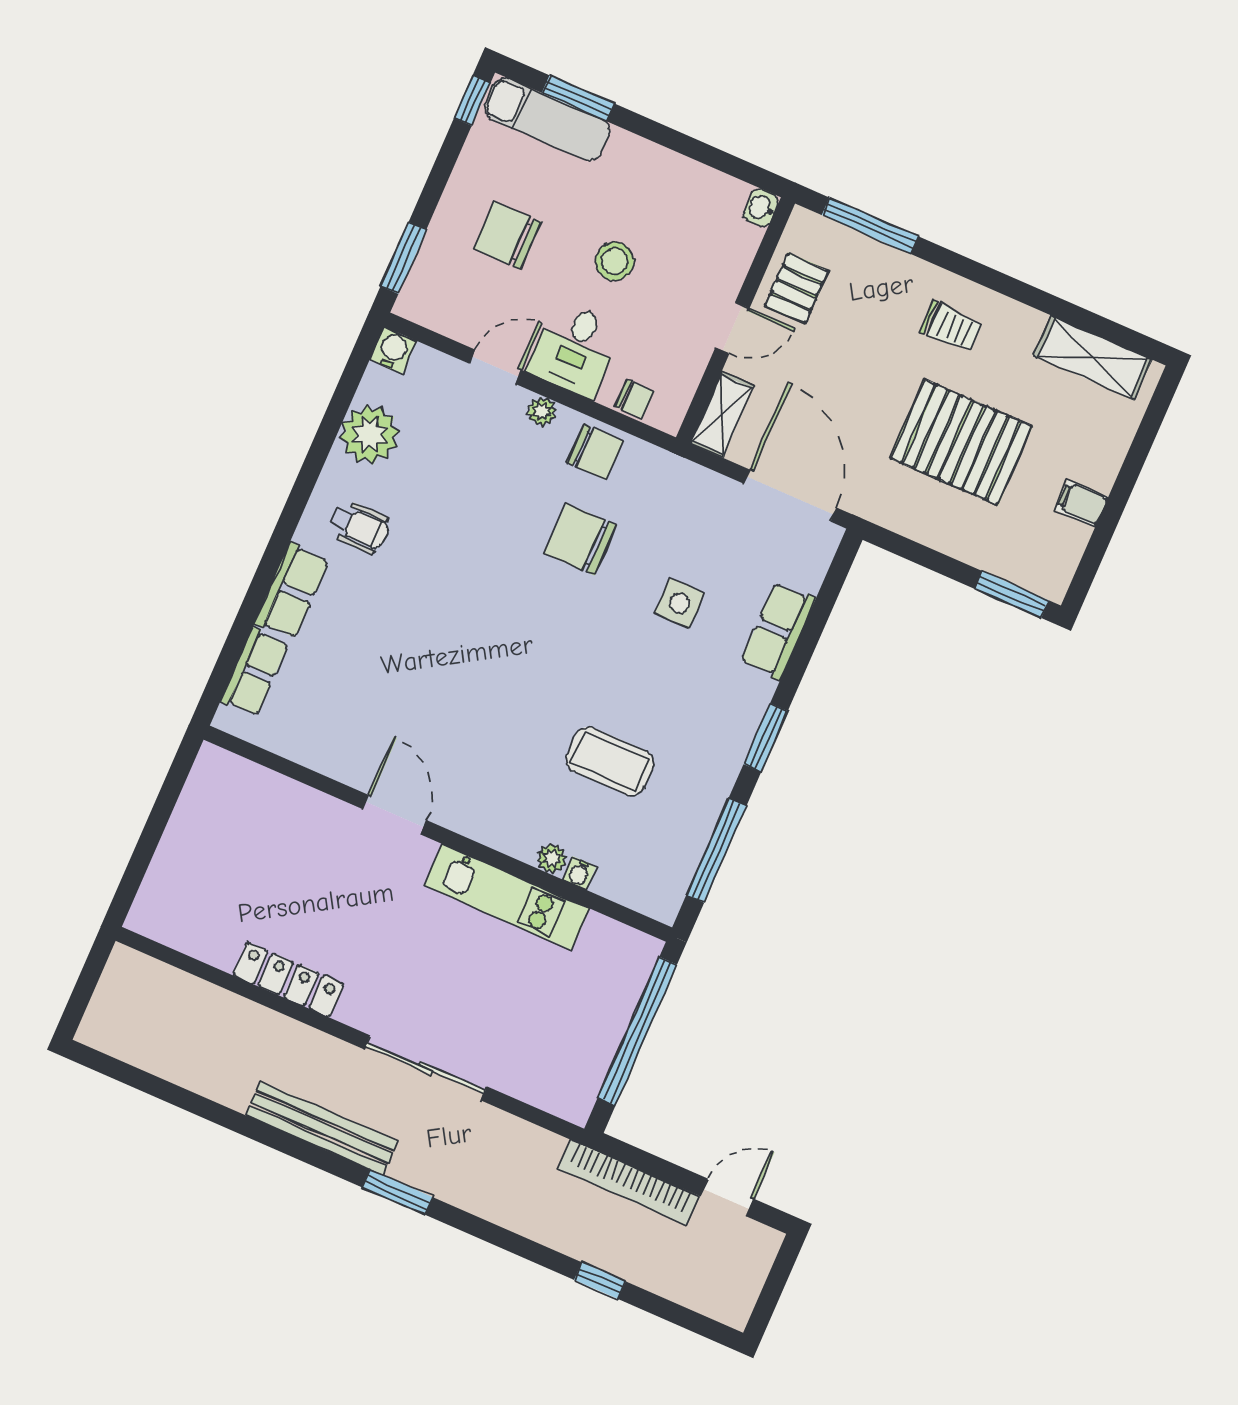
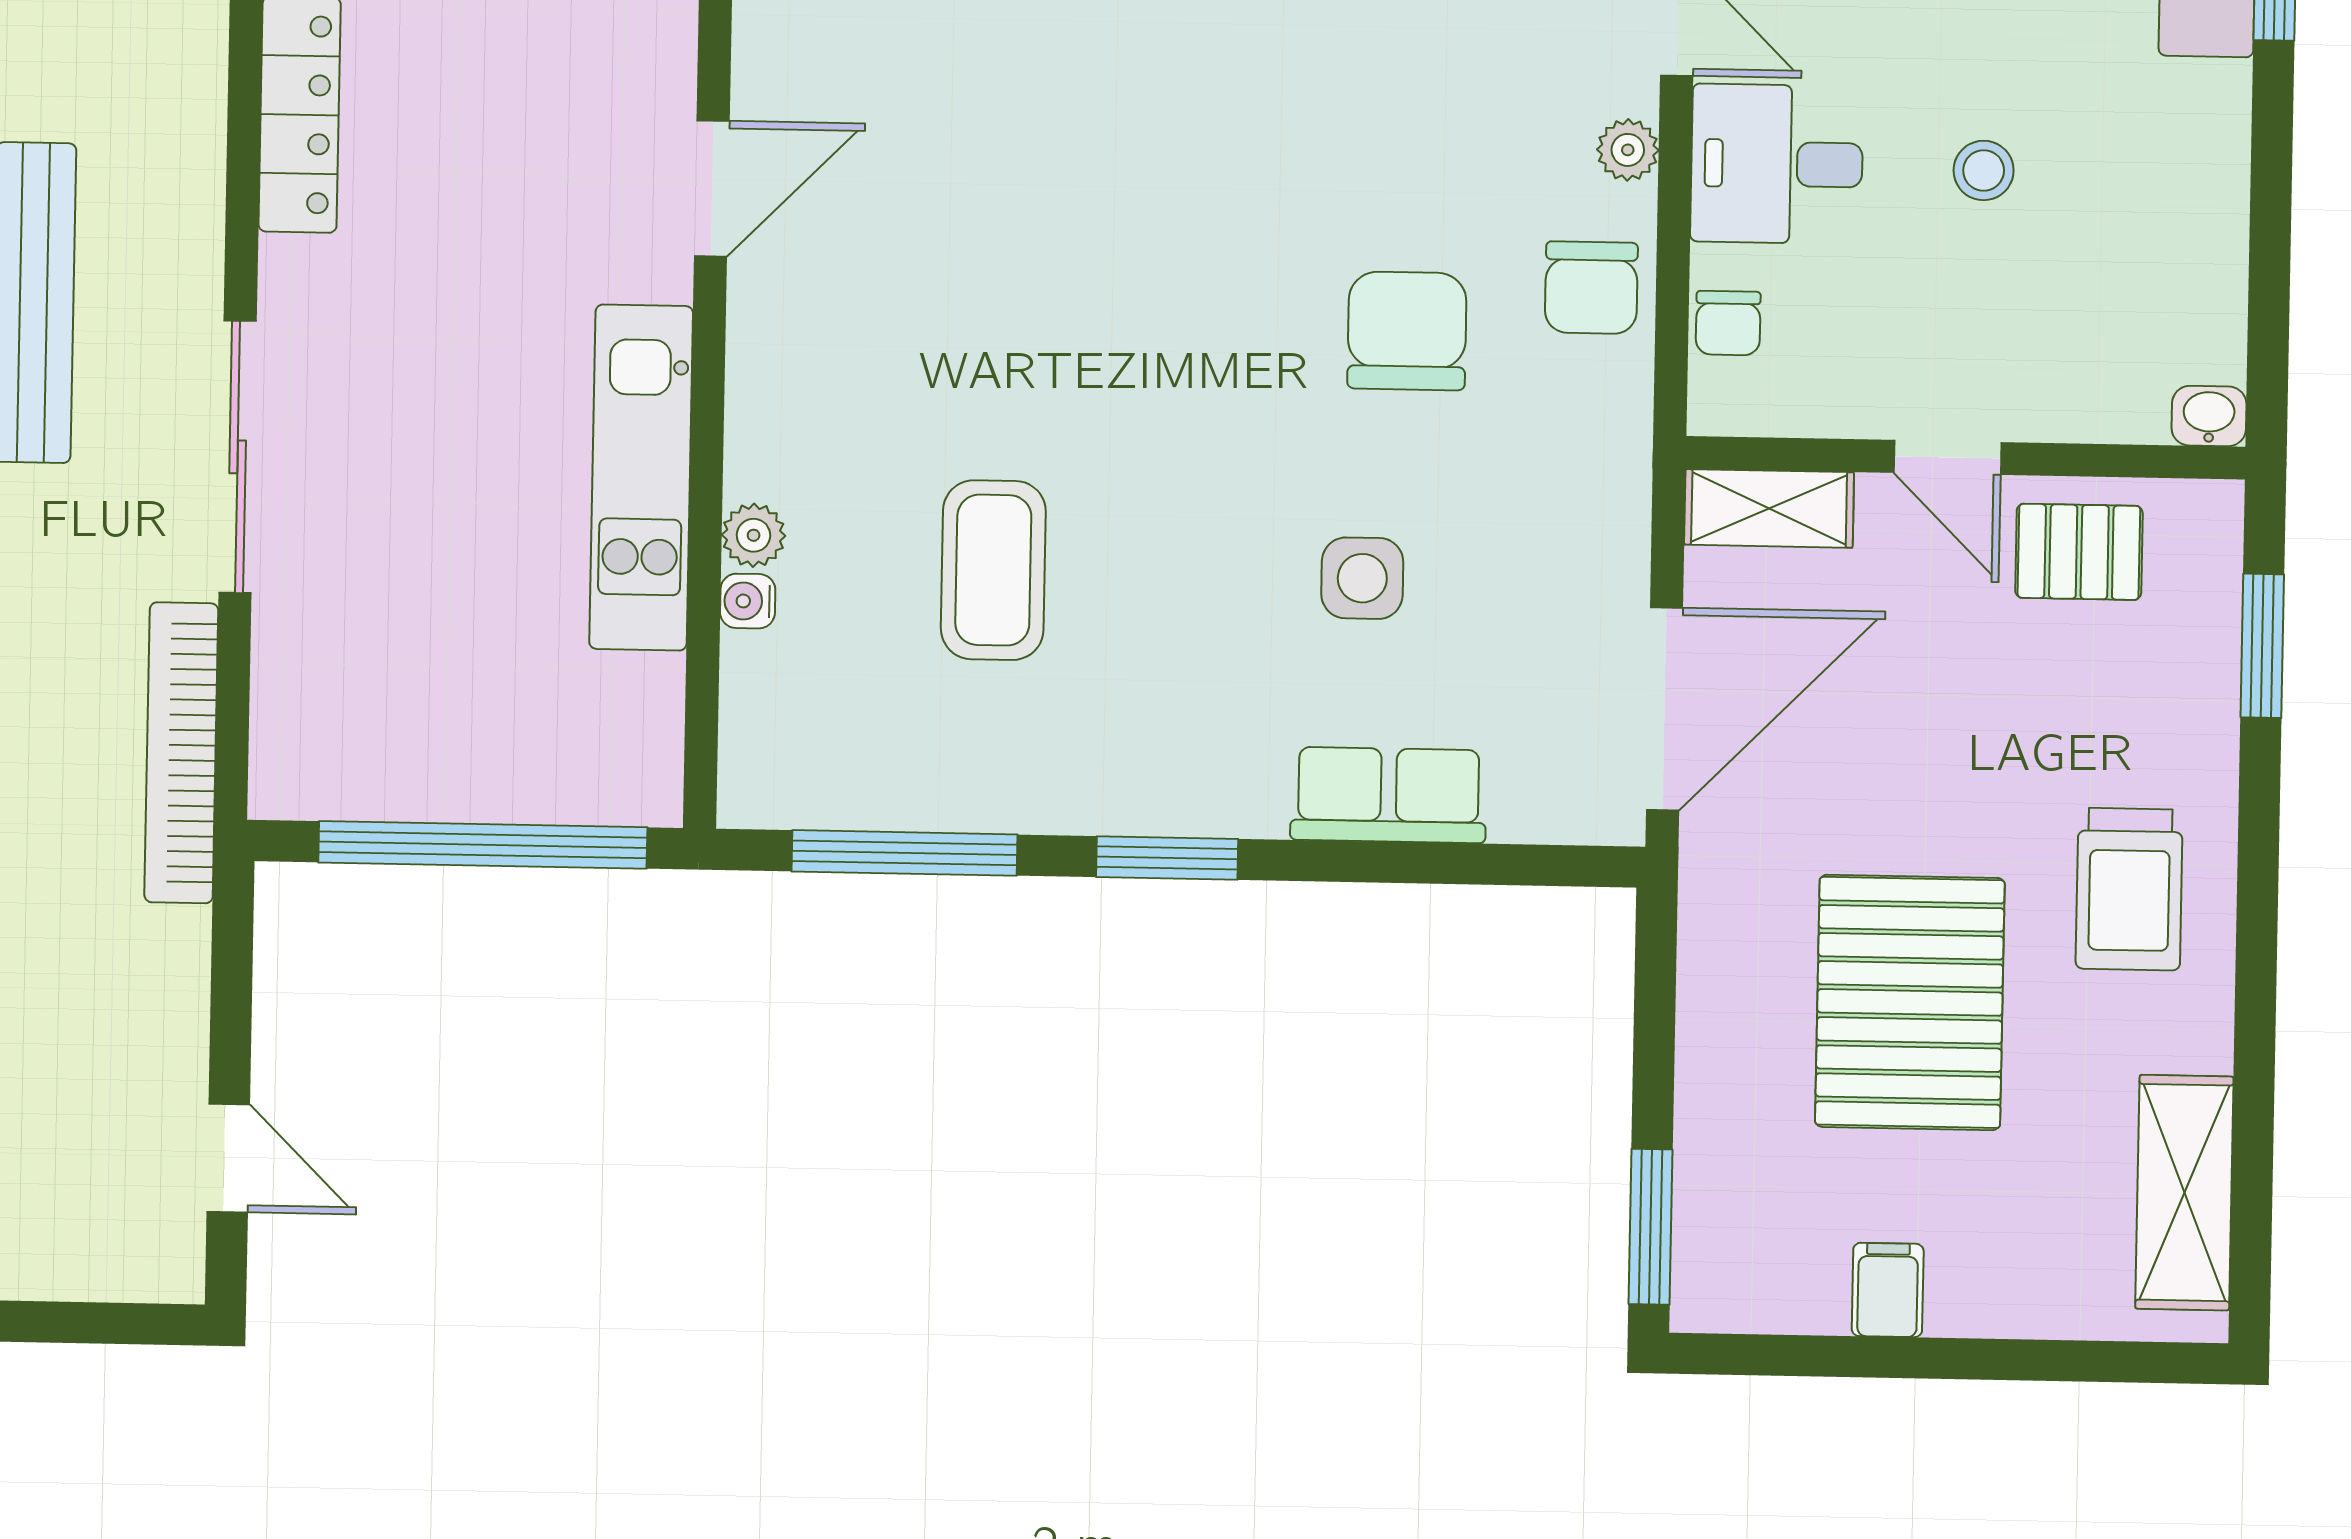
window: (870, 226) -> (2262, 646), width x0.69
stool: (614, 261) -> (1984, 170), width x0.73, depth x0.73
trolley: (951, 327) -> (2129, 889), width x1.36, depth x1.39
bookcase: (629, 1183) -> (181, 753), moved

